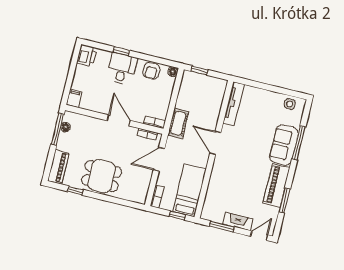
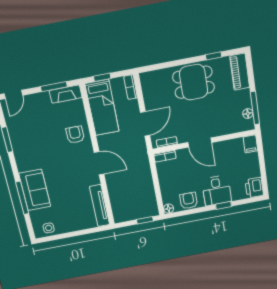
cot: (178, 123) -> (142, 165), removed
armchair: (224, 178) -> (75, 135), added
piano: (276, 185) -> (22, 150), removed
fireplace: (238, 221) -> (66, 94), moved

